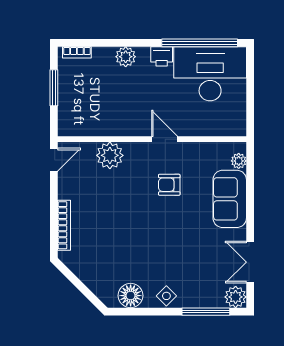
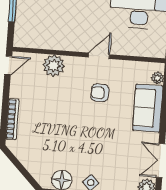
door: (165, 139) -> (99, 56), hinge flipped

